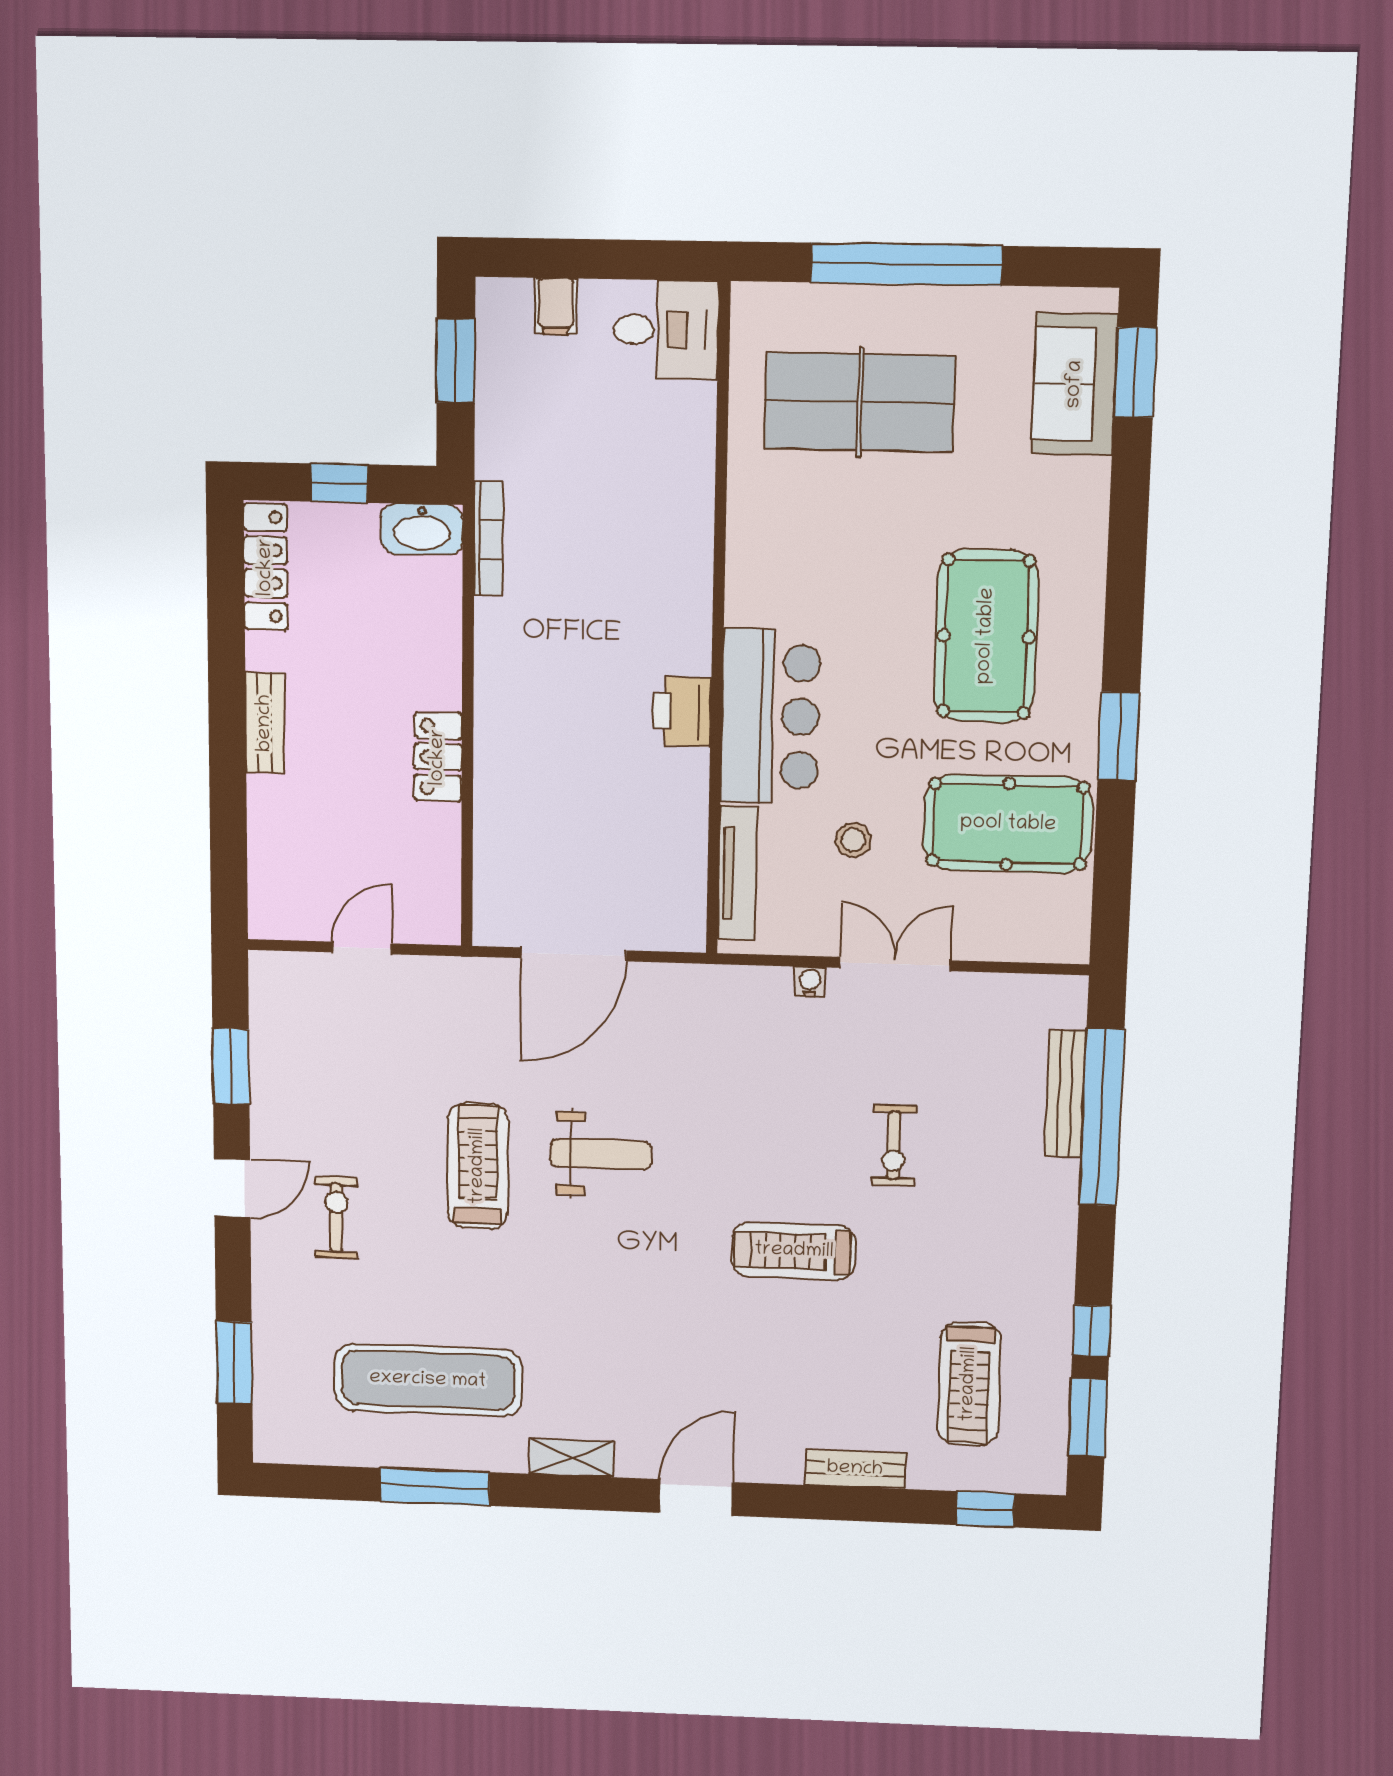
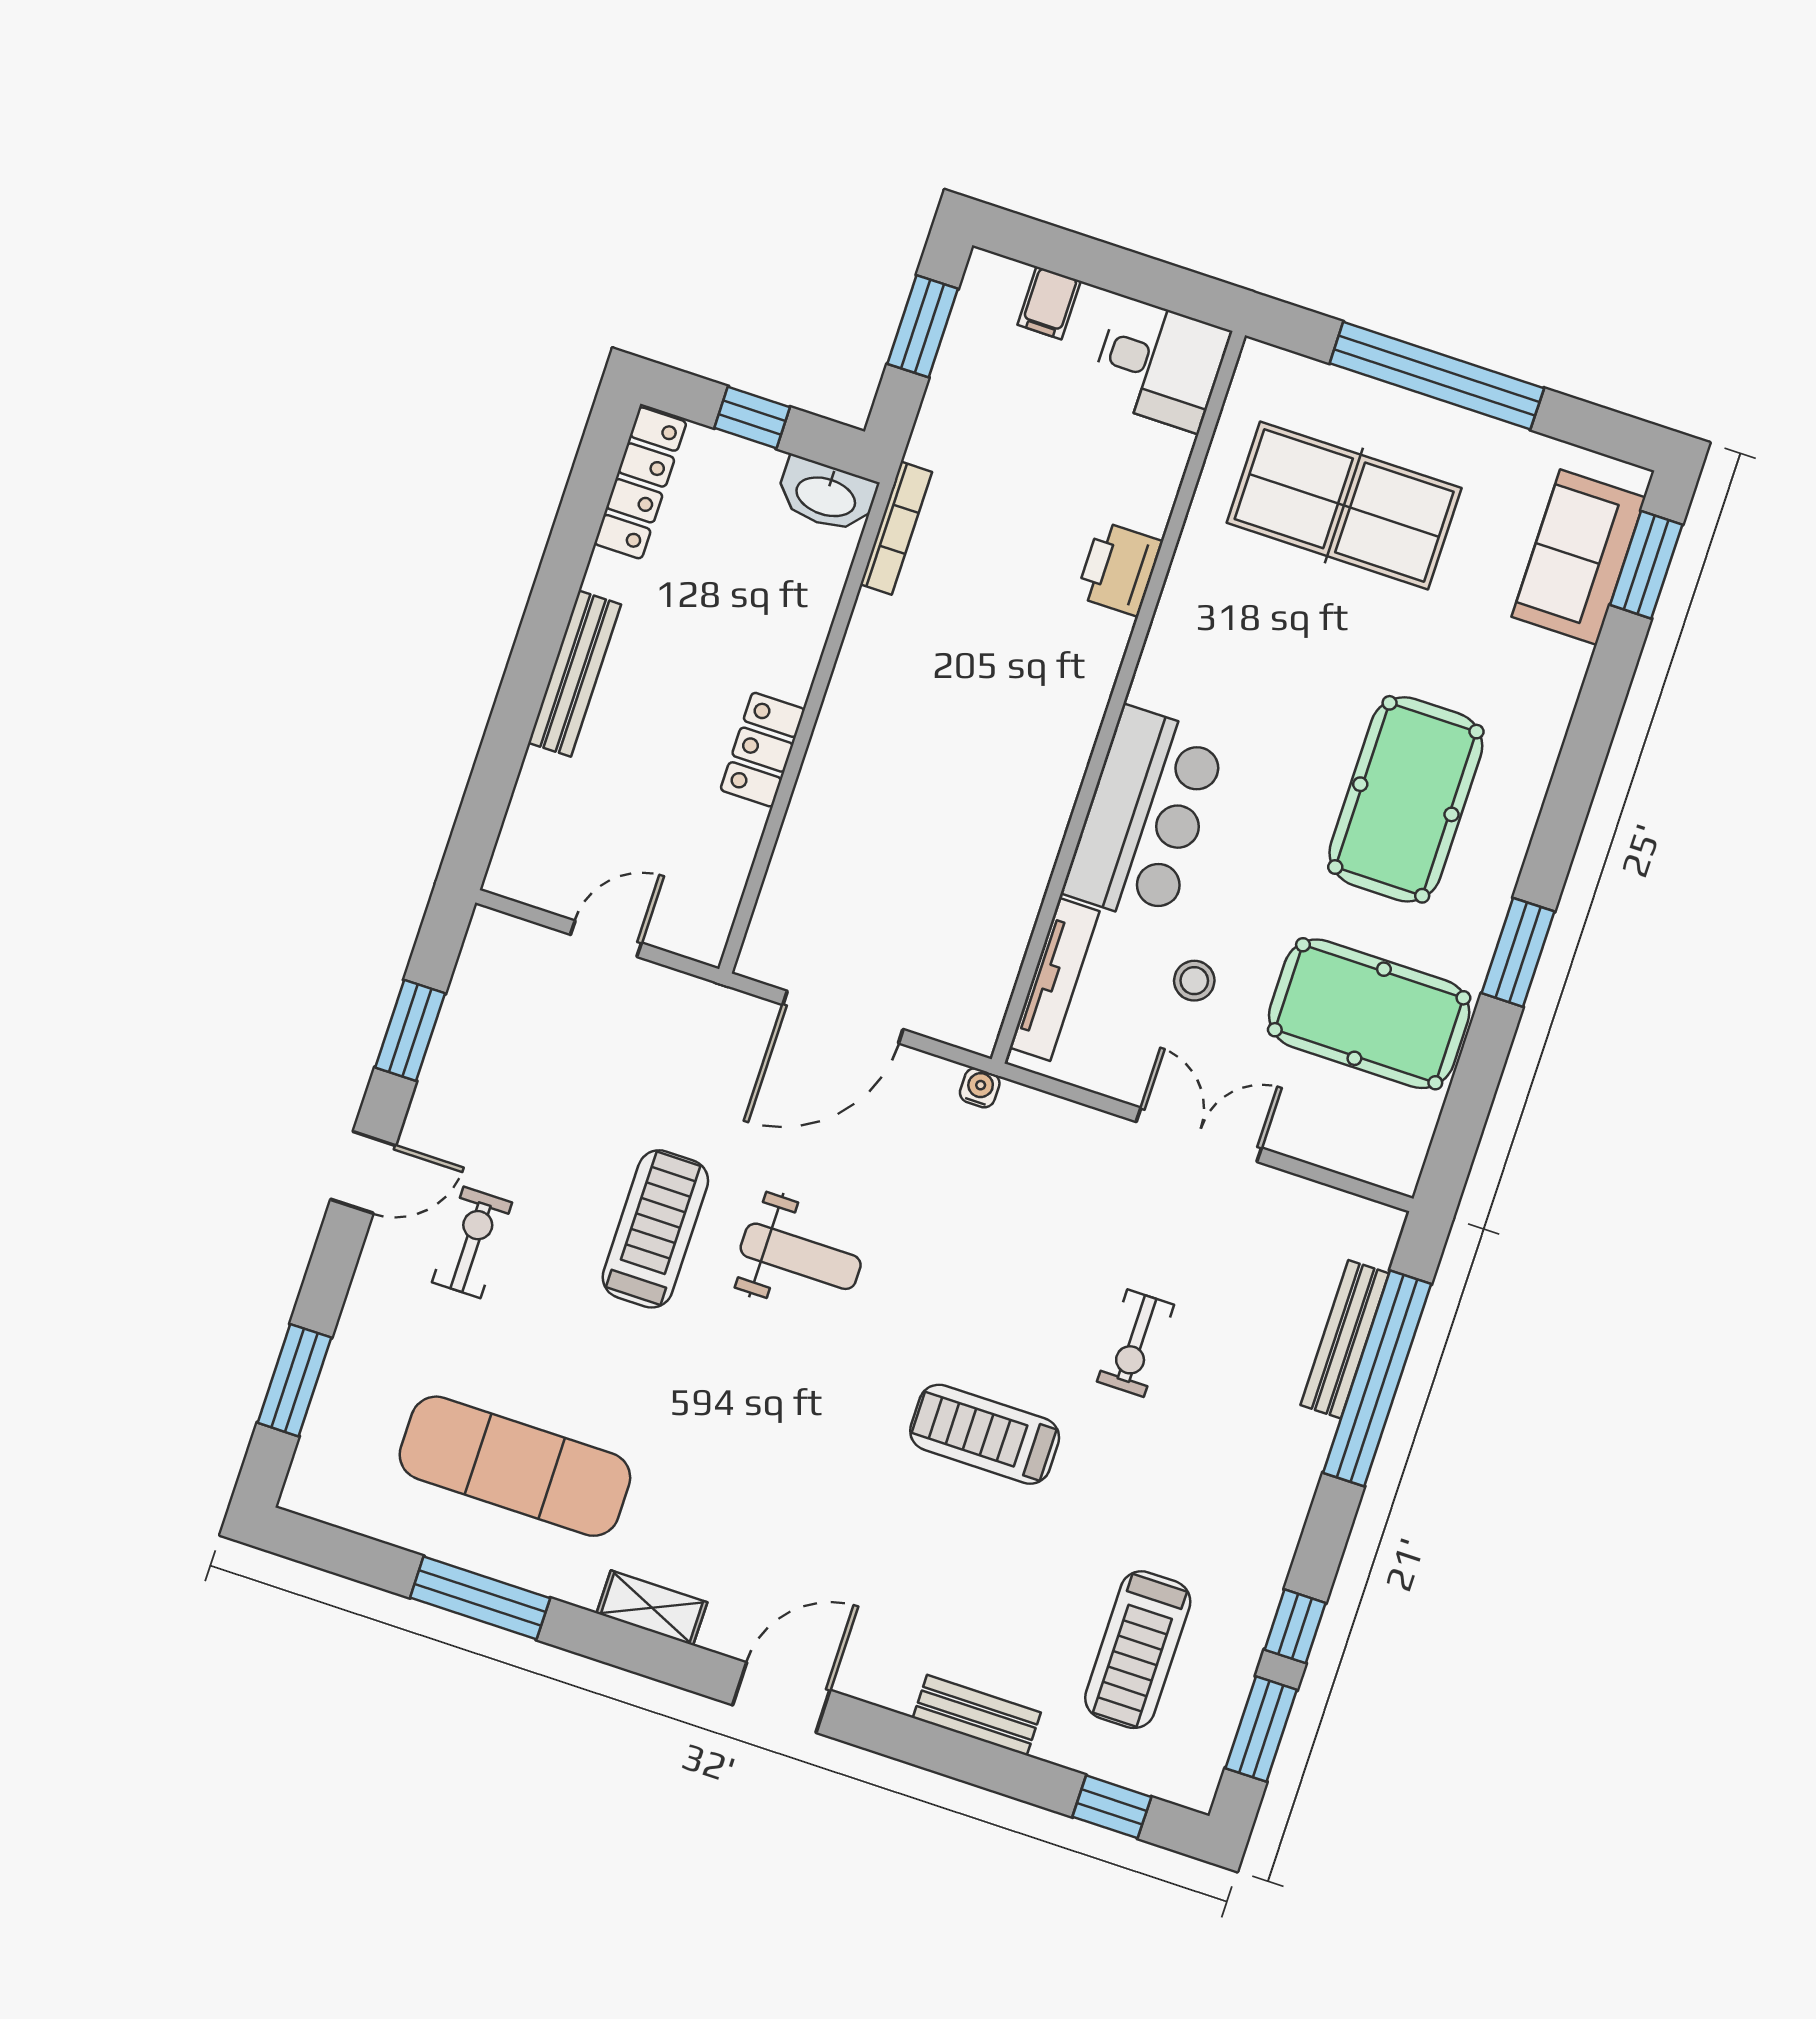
printer: (682, 711) -> (1119, 569), moved
bench: (265, 723) -> (575, 674), width x1.36
water cooler: (810, 982) -> (980, 1088), moved

